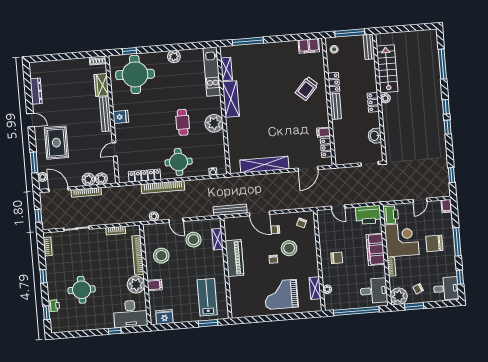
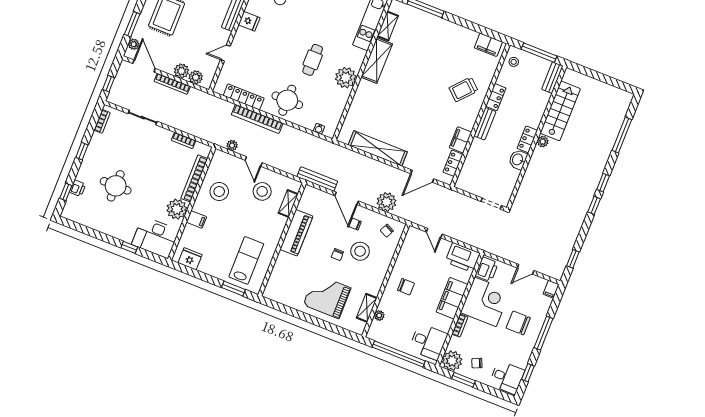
filing cabinet: (324, 132) -> (460, 140), width x2.00
washbasin: (375, 136) -> (518, 160), moved
plant: (291, 201) -> (387, 202), added

